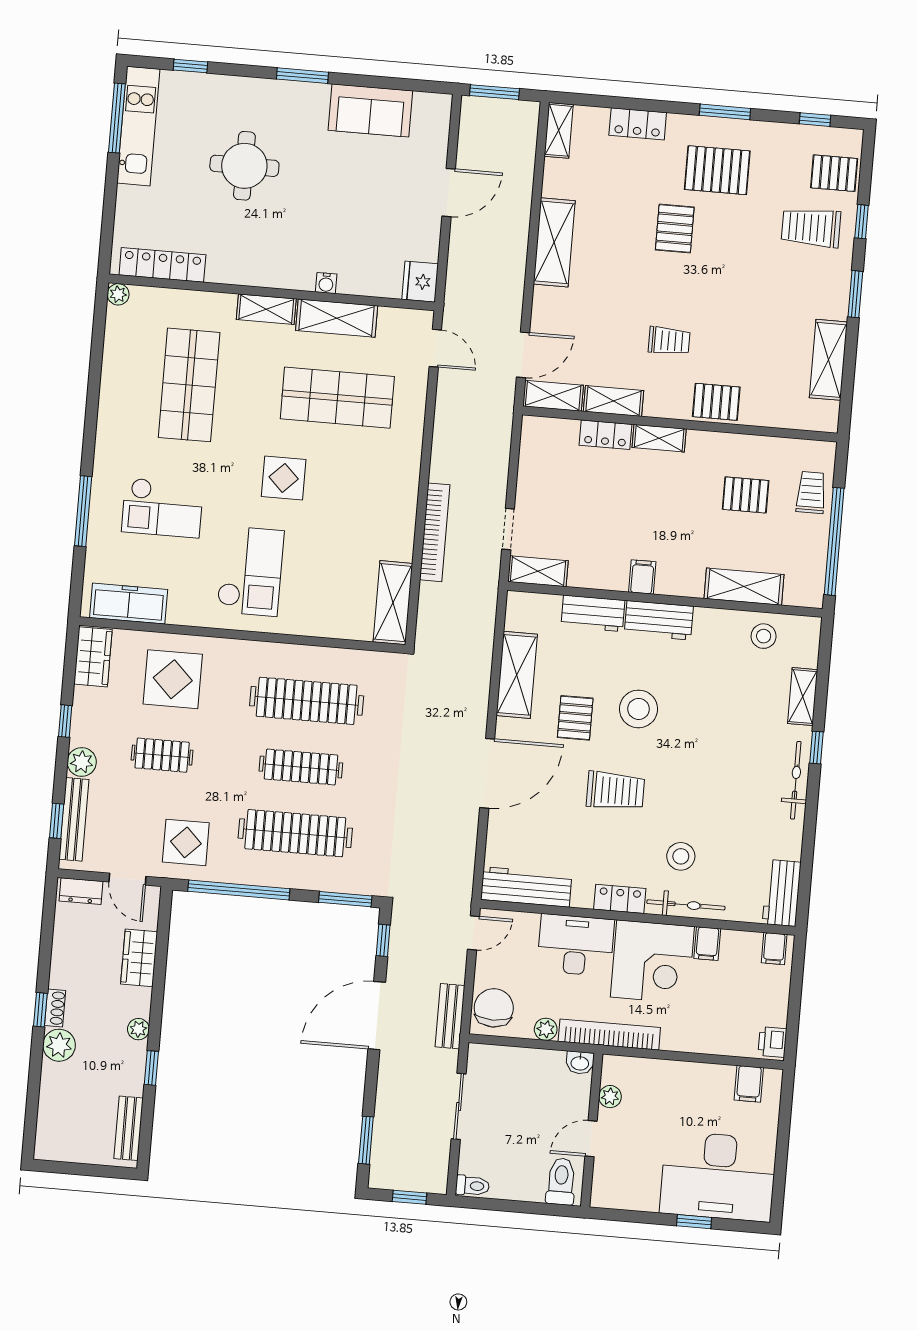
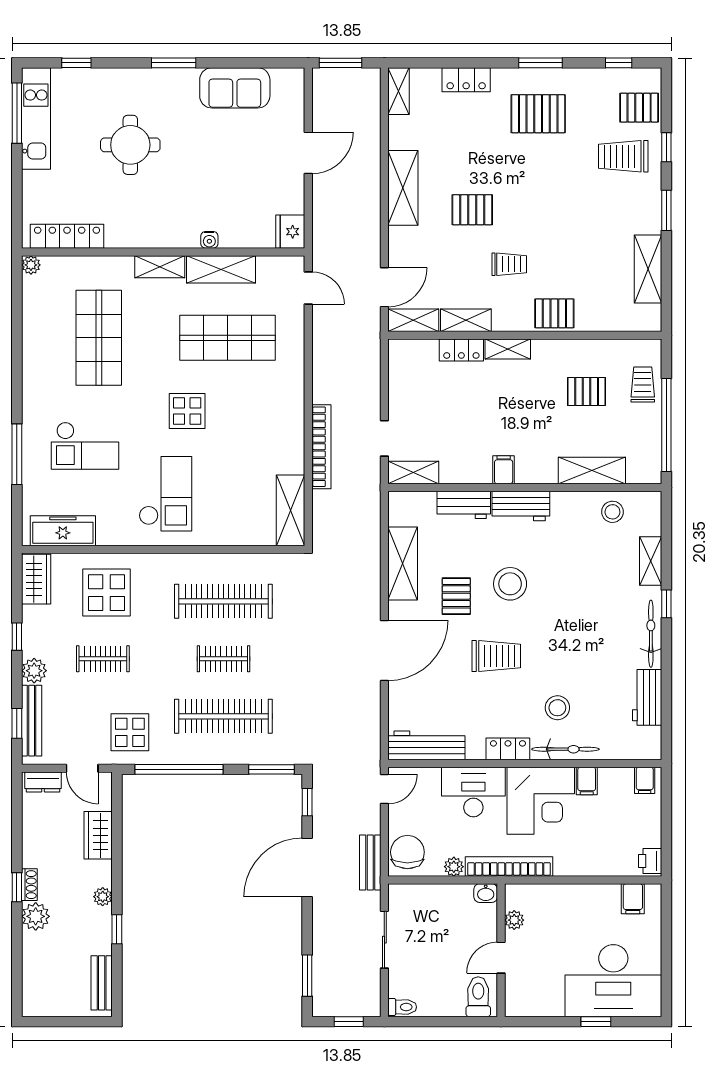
pallet: (675, 229) -> (472, 210), moved, turned 90
clothes rail: (301, 767) -> (223, 659), width x0.73
workbench: (782, 893) -> (647, 697), moved

